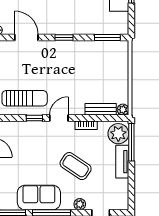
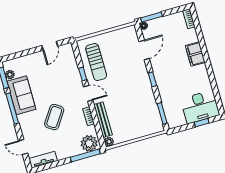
bench: (101, 109) -> (103, 120), width x1.36
tv unit: (122, 162) -> (43, 160), moved
plant: (80, 204) -> (10, 75), moved

